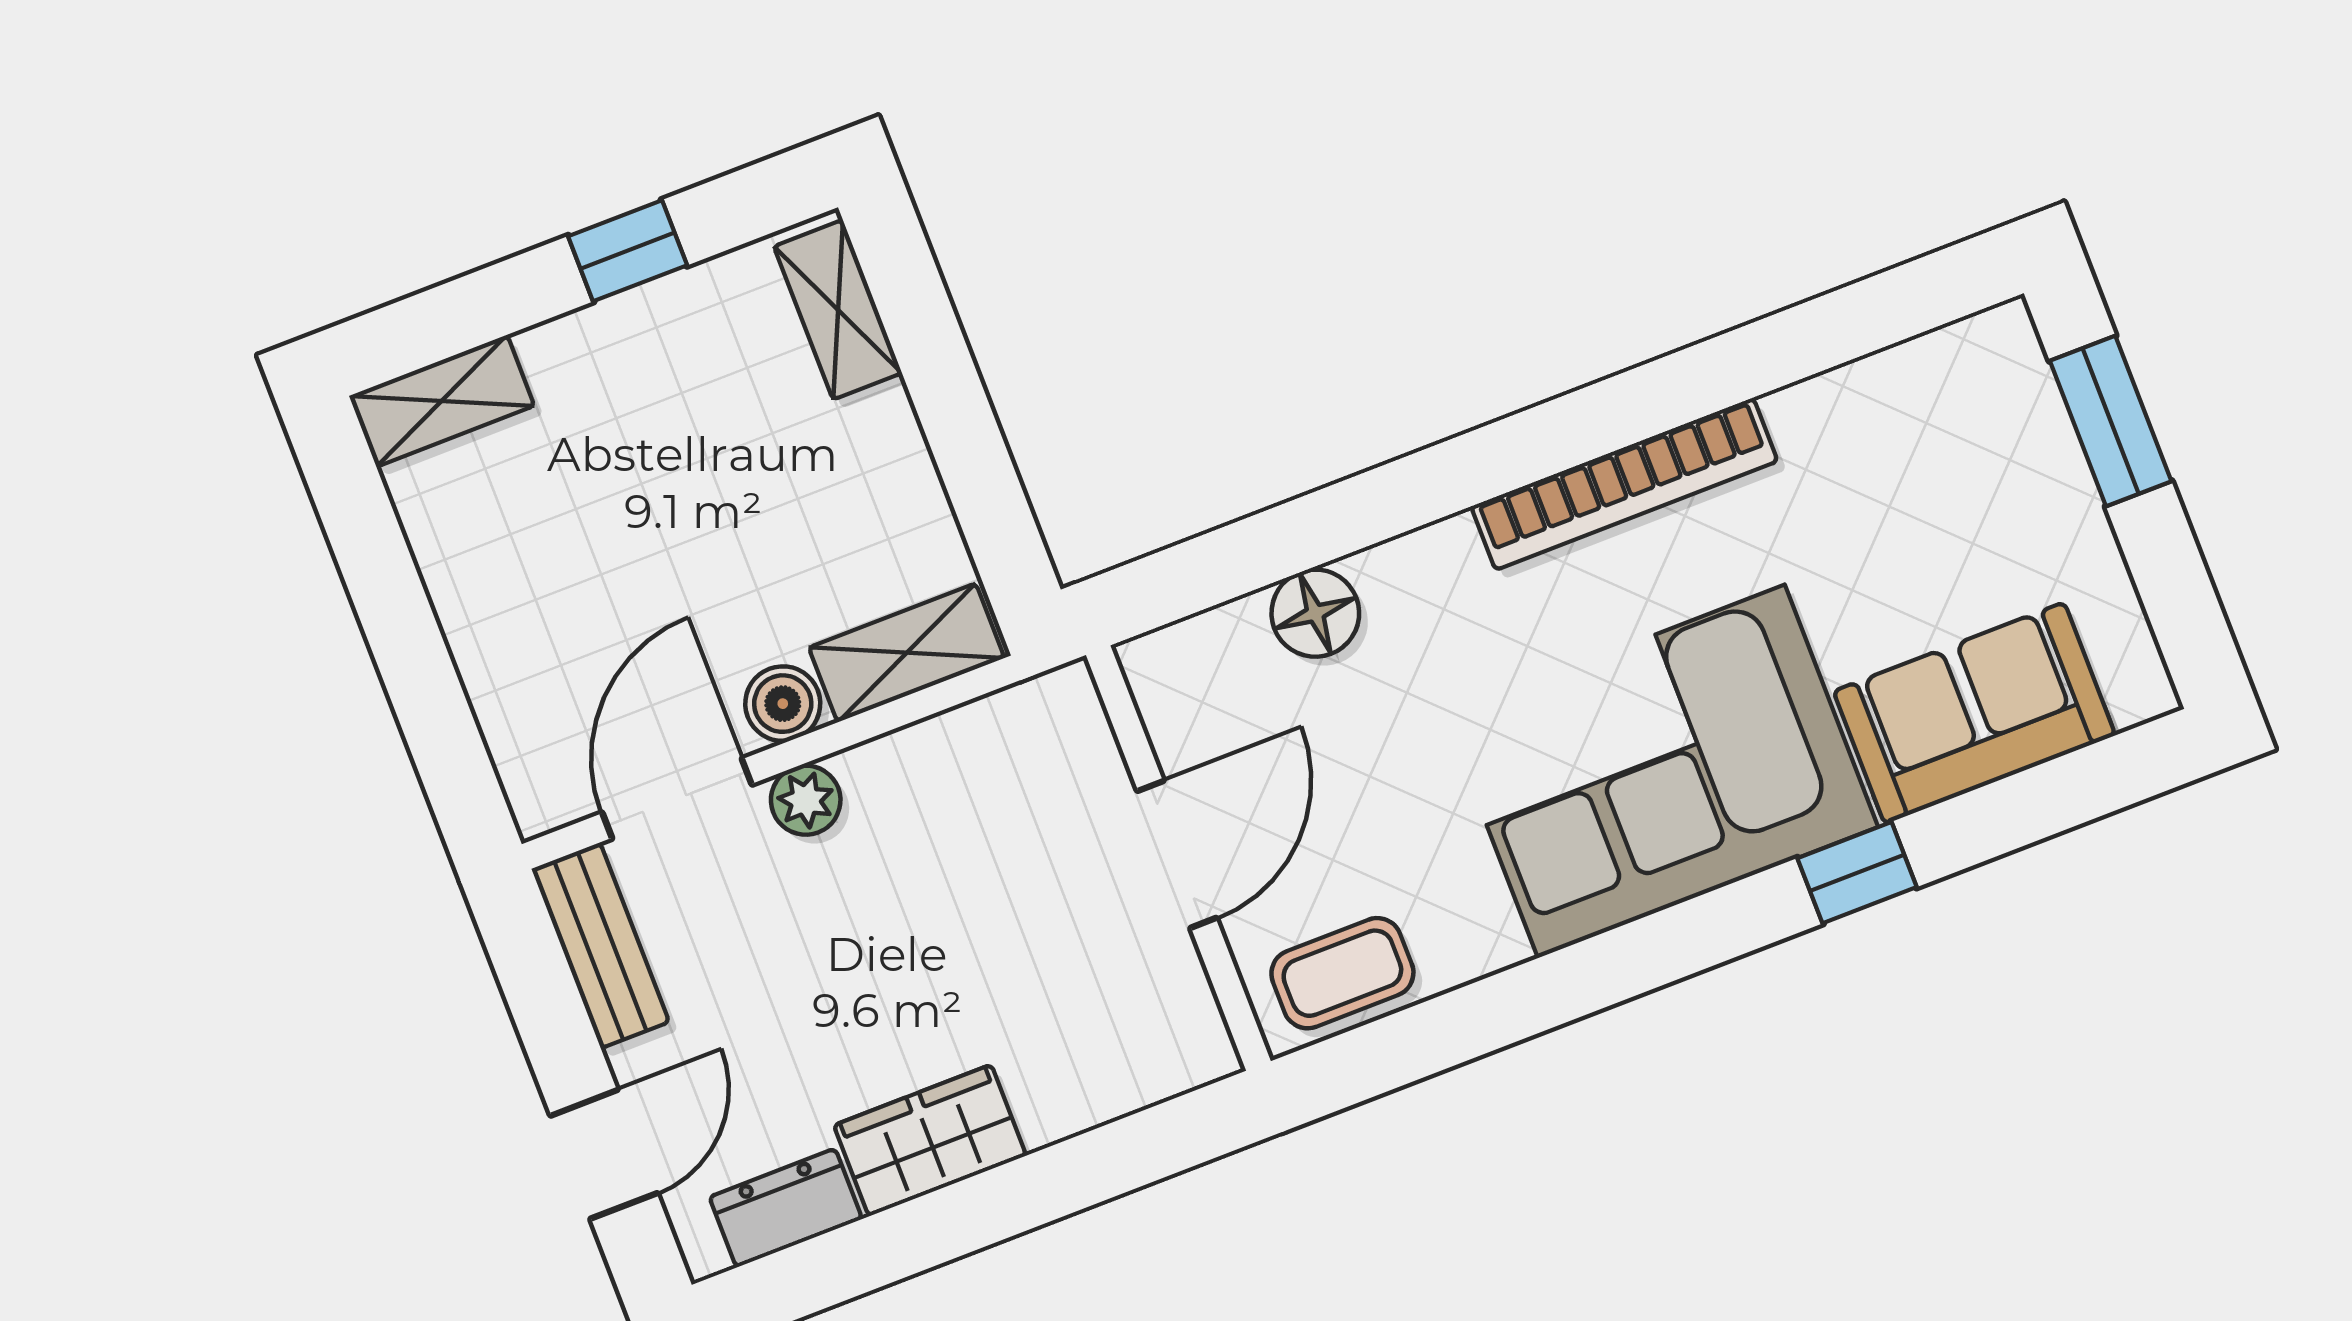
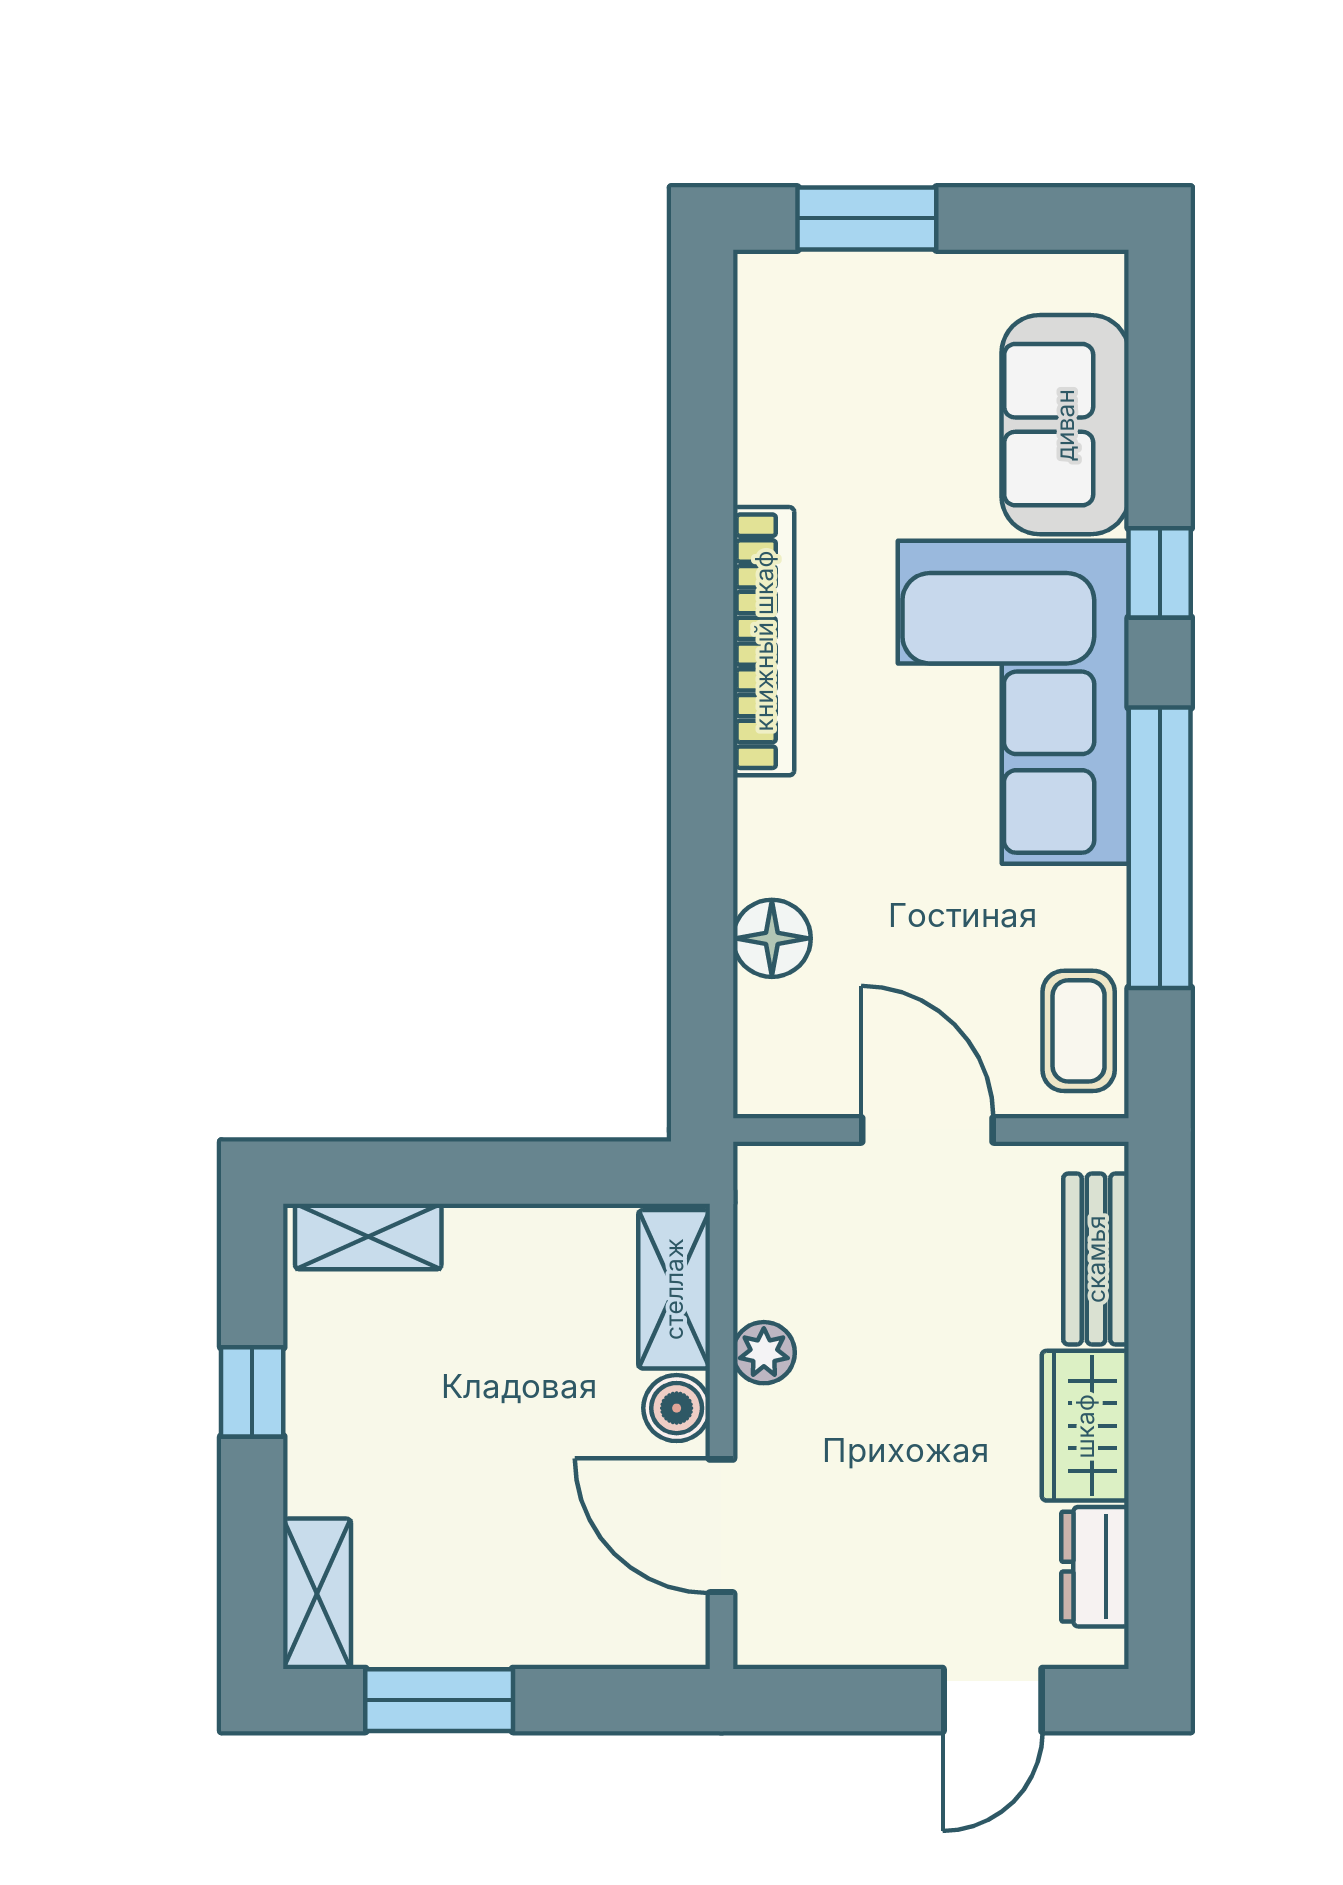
window: (379, 572) -> (439, 1700), added
plant: (806, 800) -> (764, 1353), moved
bench: (600, 946) -> (1096, 1259), moved, turned 90
window: (1568, 984) -> (1160, 848), added
door: (604, 1154) -> (993, 1700), swing flipped

